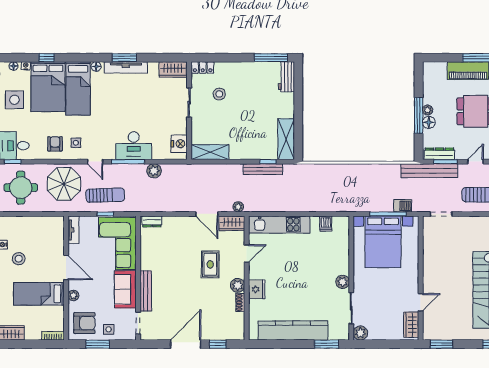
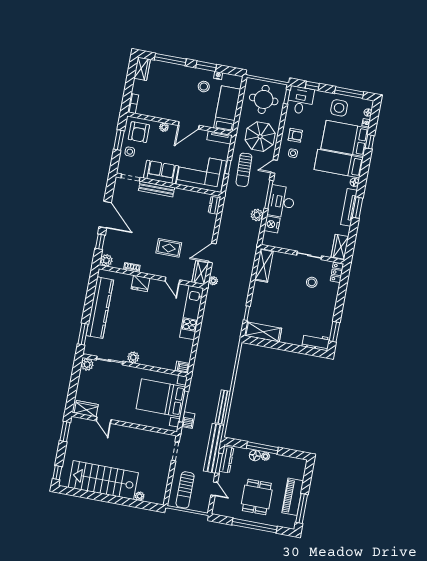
window: (271, 58) -> (334, 332), width x0.69
nightstand: (179, 144) -> (272, 224), moved, turned 90
bench: (263, 169) -> (223, 407), moved
dishwasher: (326, 224) -> (183, 367), moved
plant: (238, 285) -> (106, 260), moved
bed: (39, 294) -> (227, 109), moved

